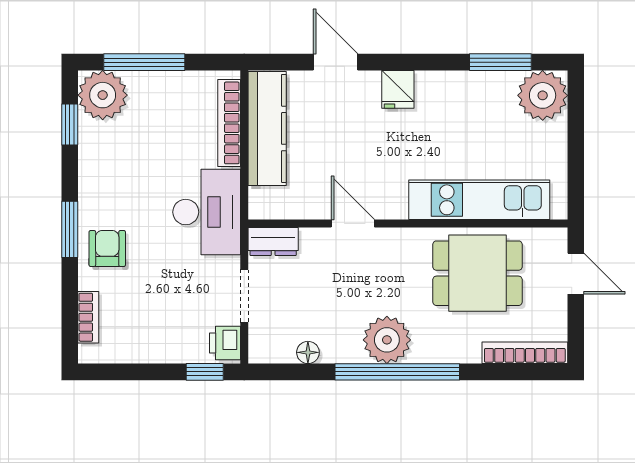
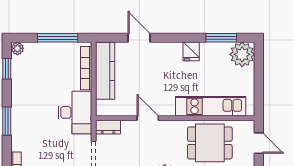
window: (144, 62) -> (58, 38), moved
fridge: (398, 89) -> (191, 51), moved
plant: (103, 95) -> (17, 48), width x0.53, depth x0.53
armchair: (107, 248) -> (25, 131), removed

